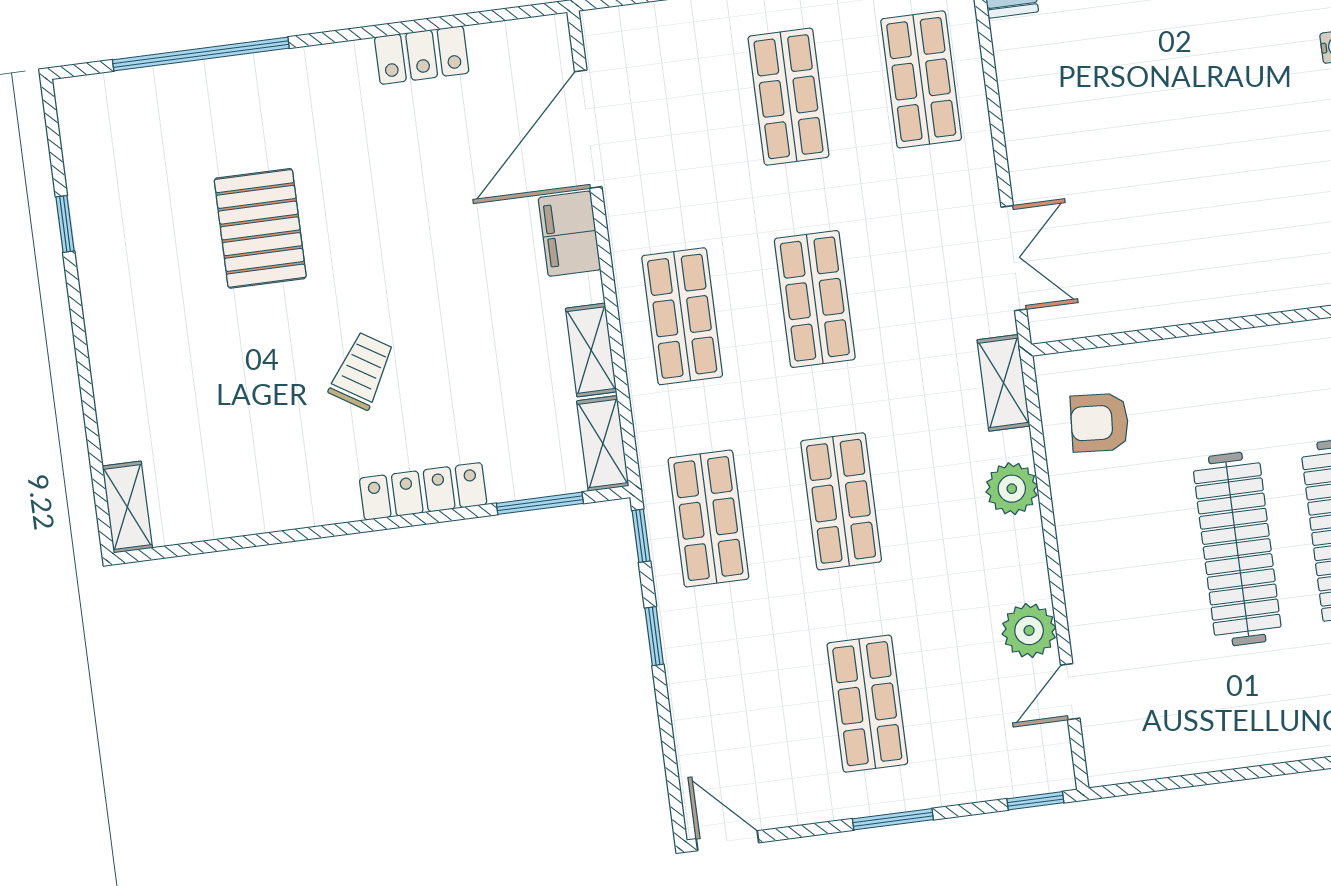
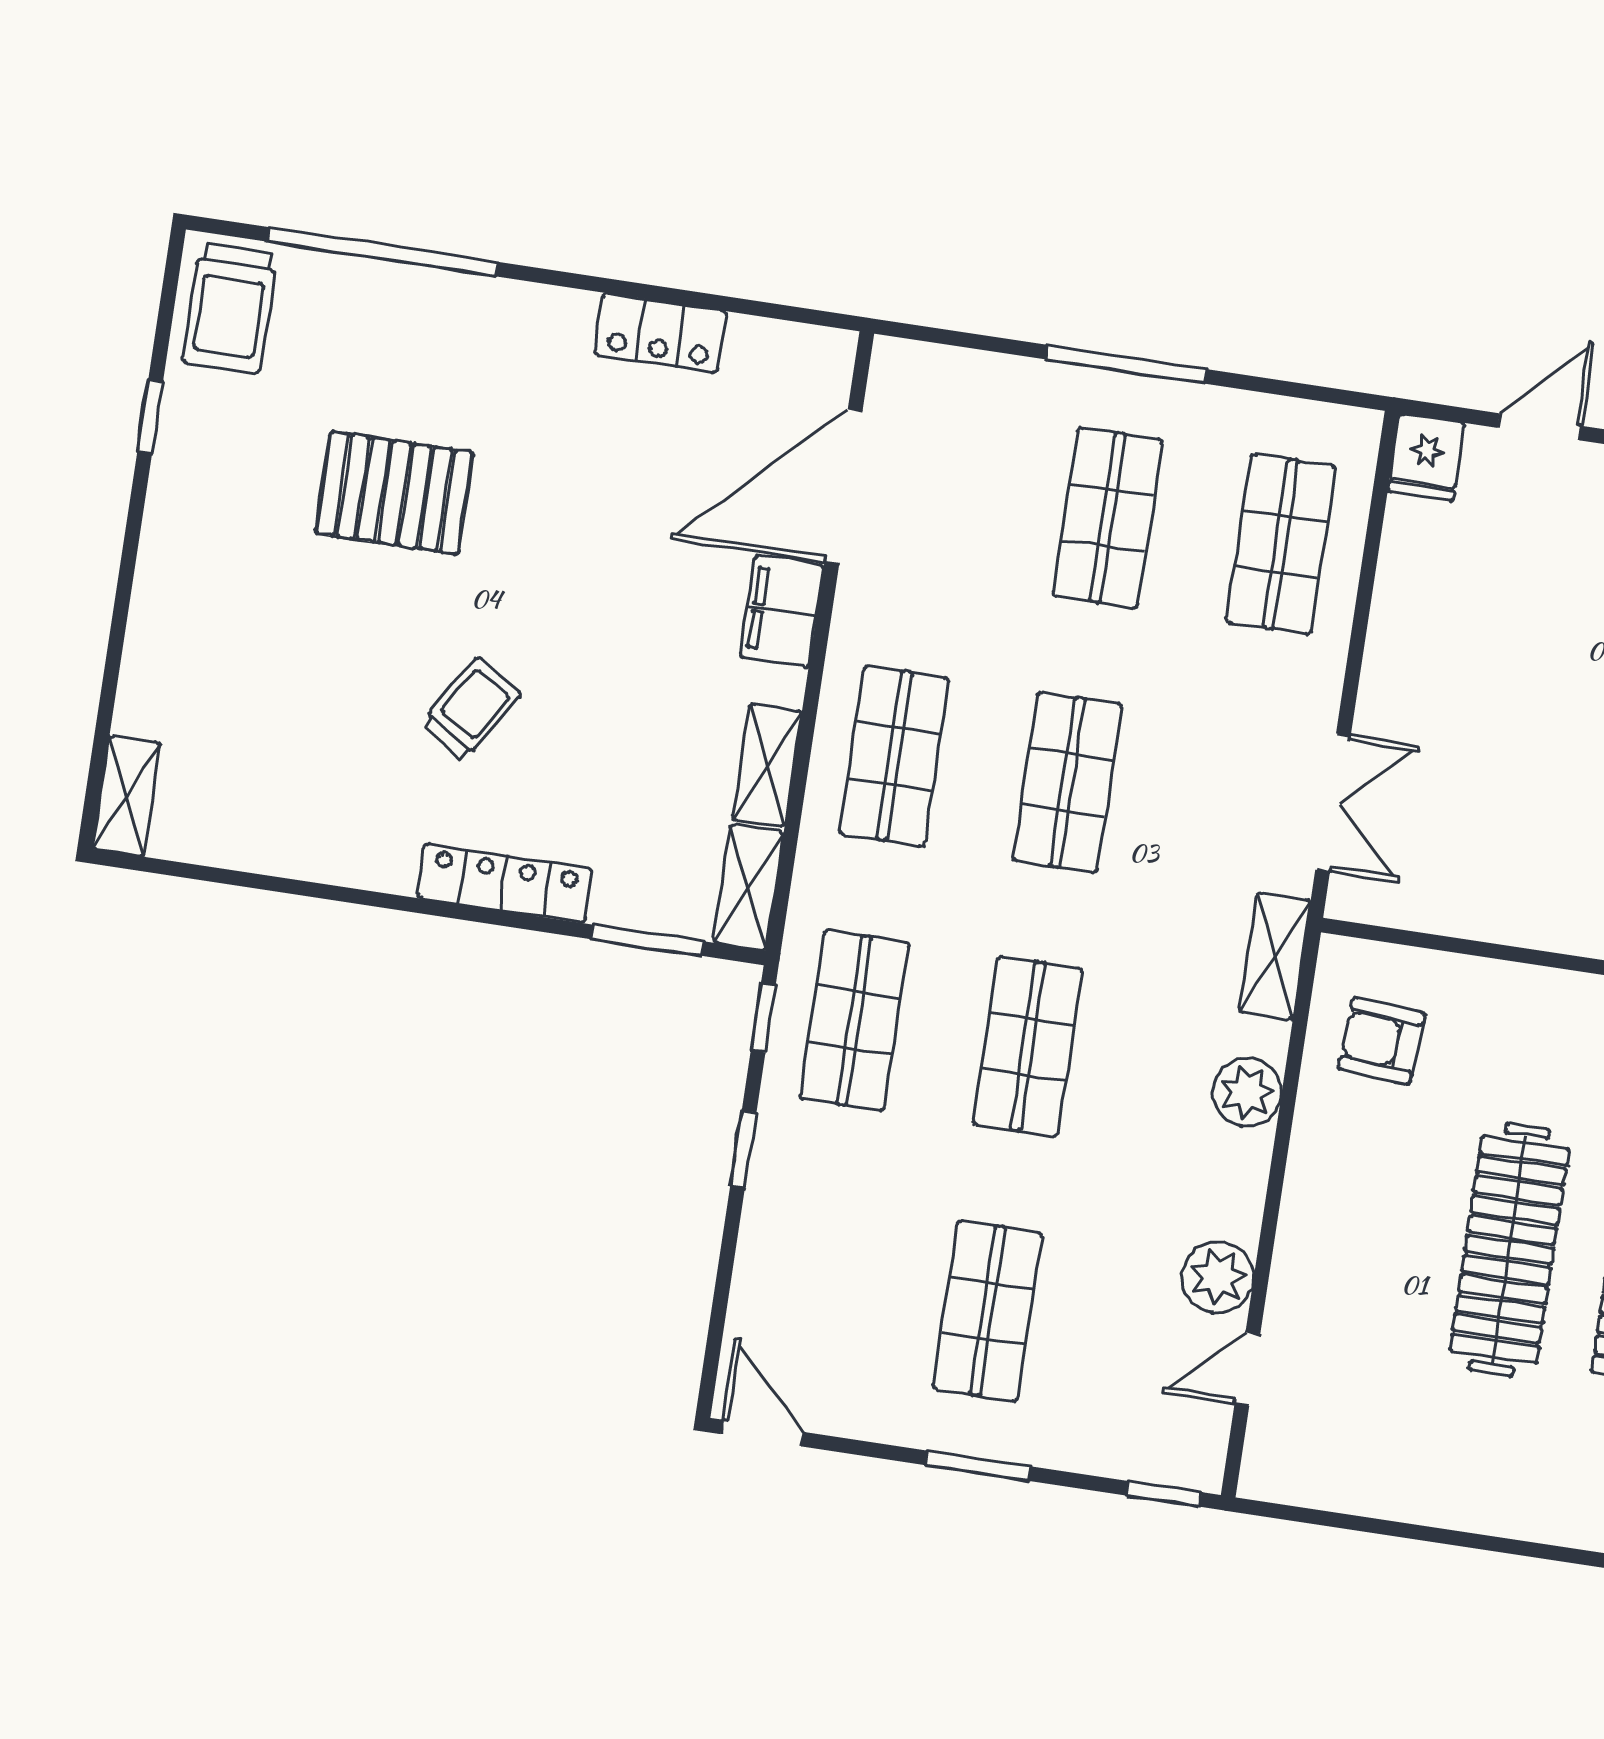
trolley: (101, 127) -> (230, 308), added
pallet: (260, 228) -> (394, 493), turned 90

